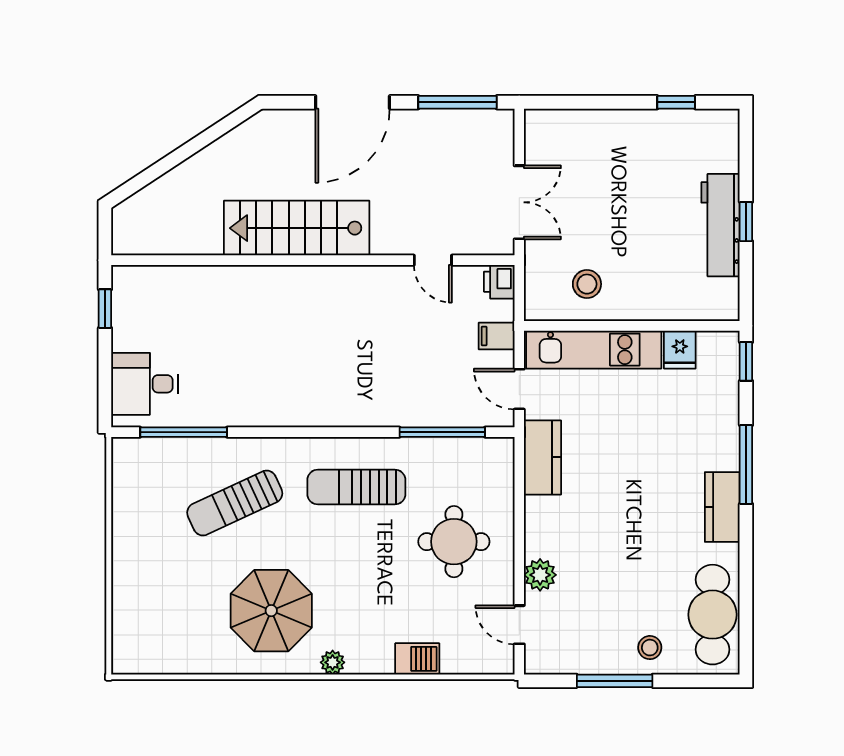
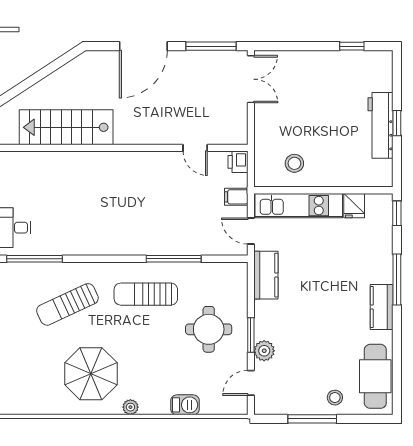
double door: (519, 202) -> (251, 79), moved
stairs: (297, 228) -> (66, 127), moved
window: (442, 432) -> (174, 259), moved
window: (519, 551) -> (251, 335), added
door: (519, 625) -> (251, 383), hinge flipped

